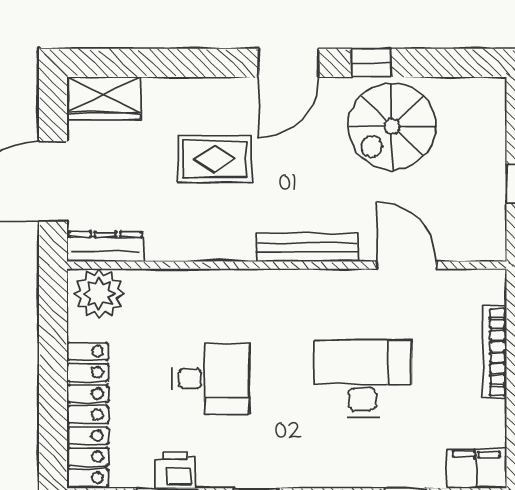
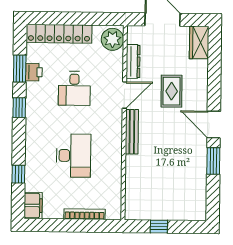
window: (371, 63) -> (213, 161), width x1.50
spiral stairs: (392, 126) -> (185, 170), removed
dresser: (105, 247) -> (133, 61), moved
door: (407, 265) -> (124, 95), moved

